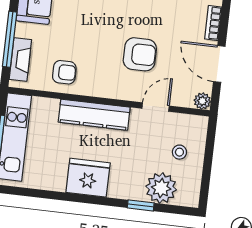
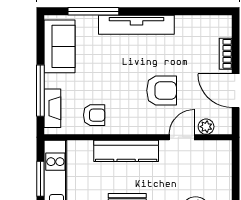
plant: (202, 101) -> (206, 127), moved
stool: (179, 152) -> (208, 176), removed

